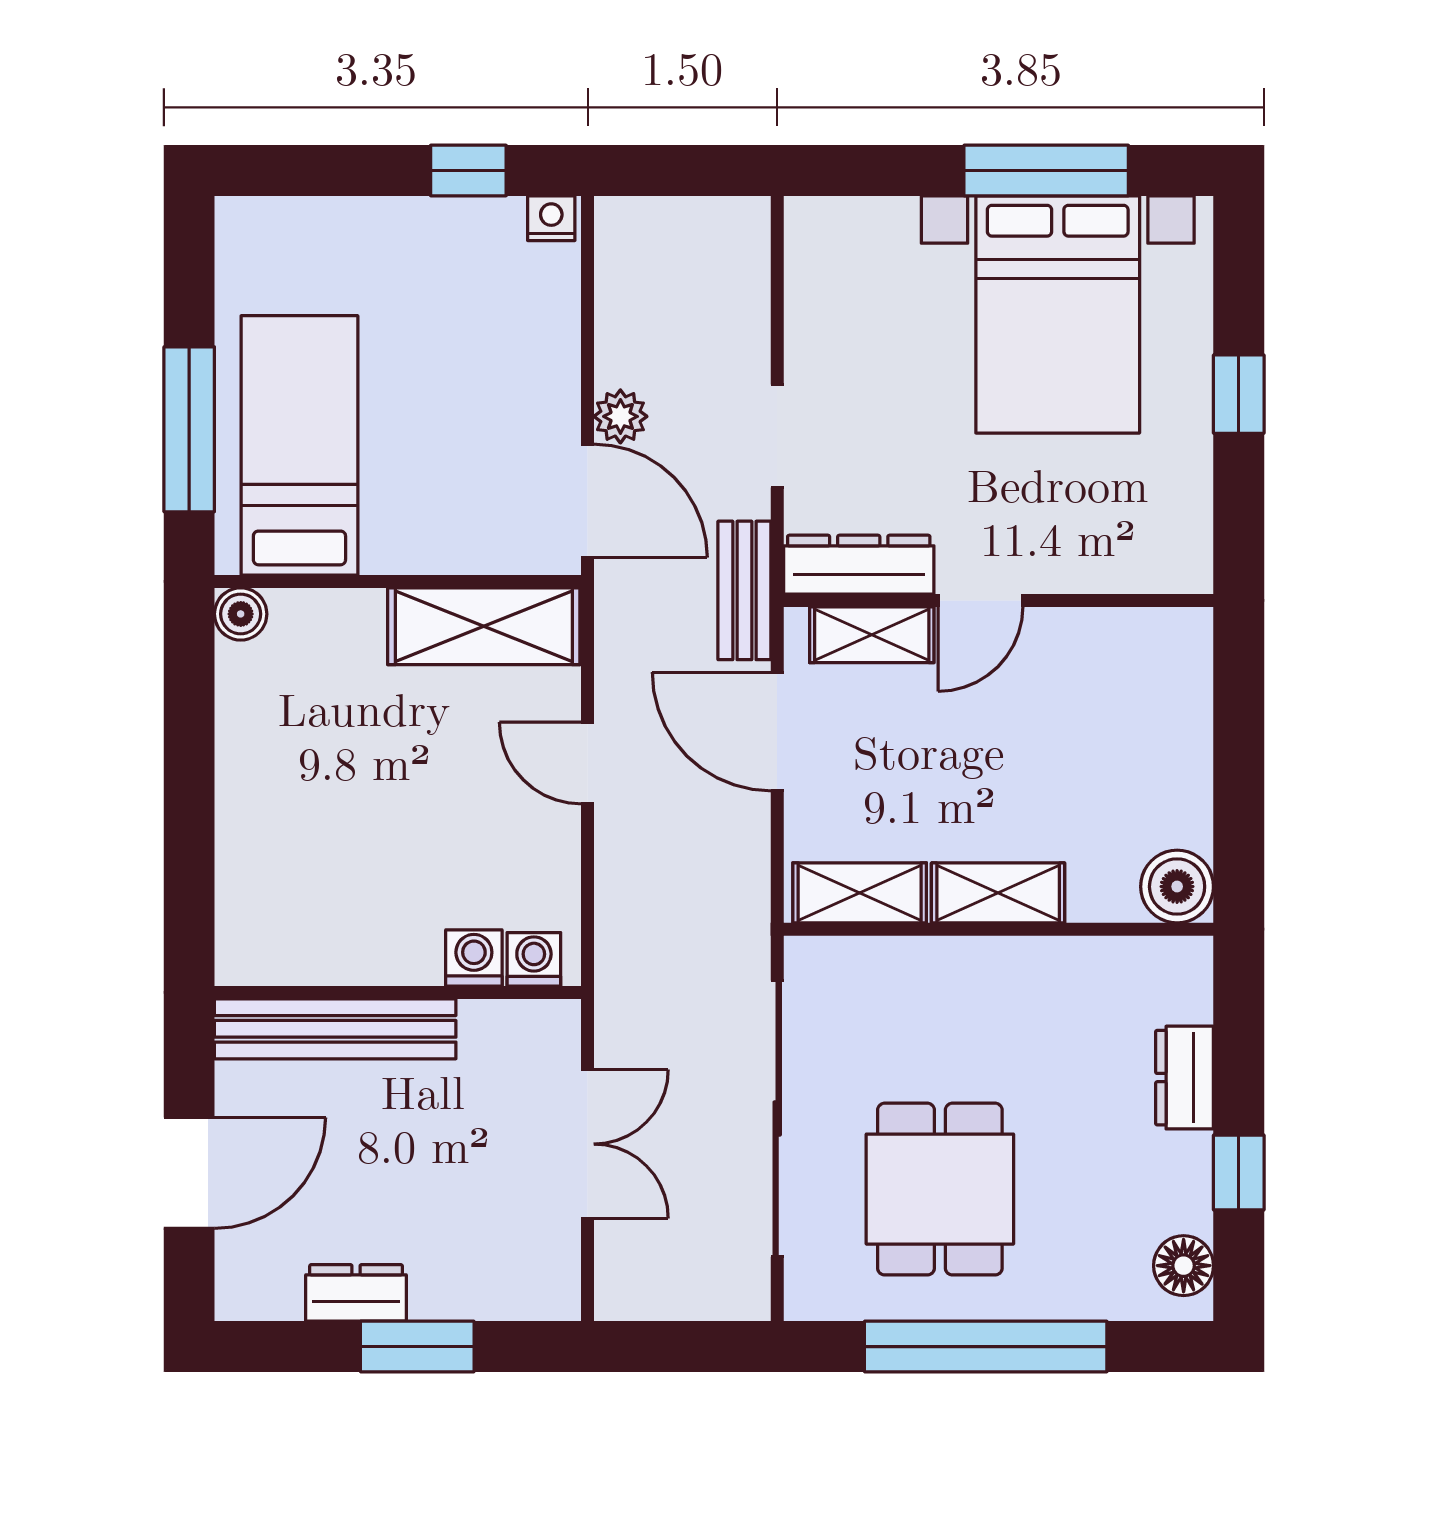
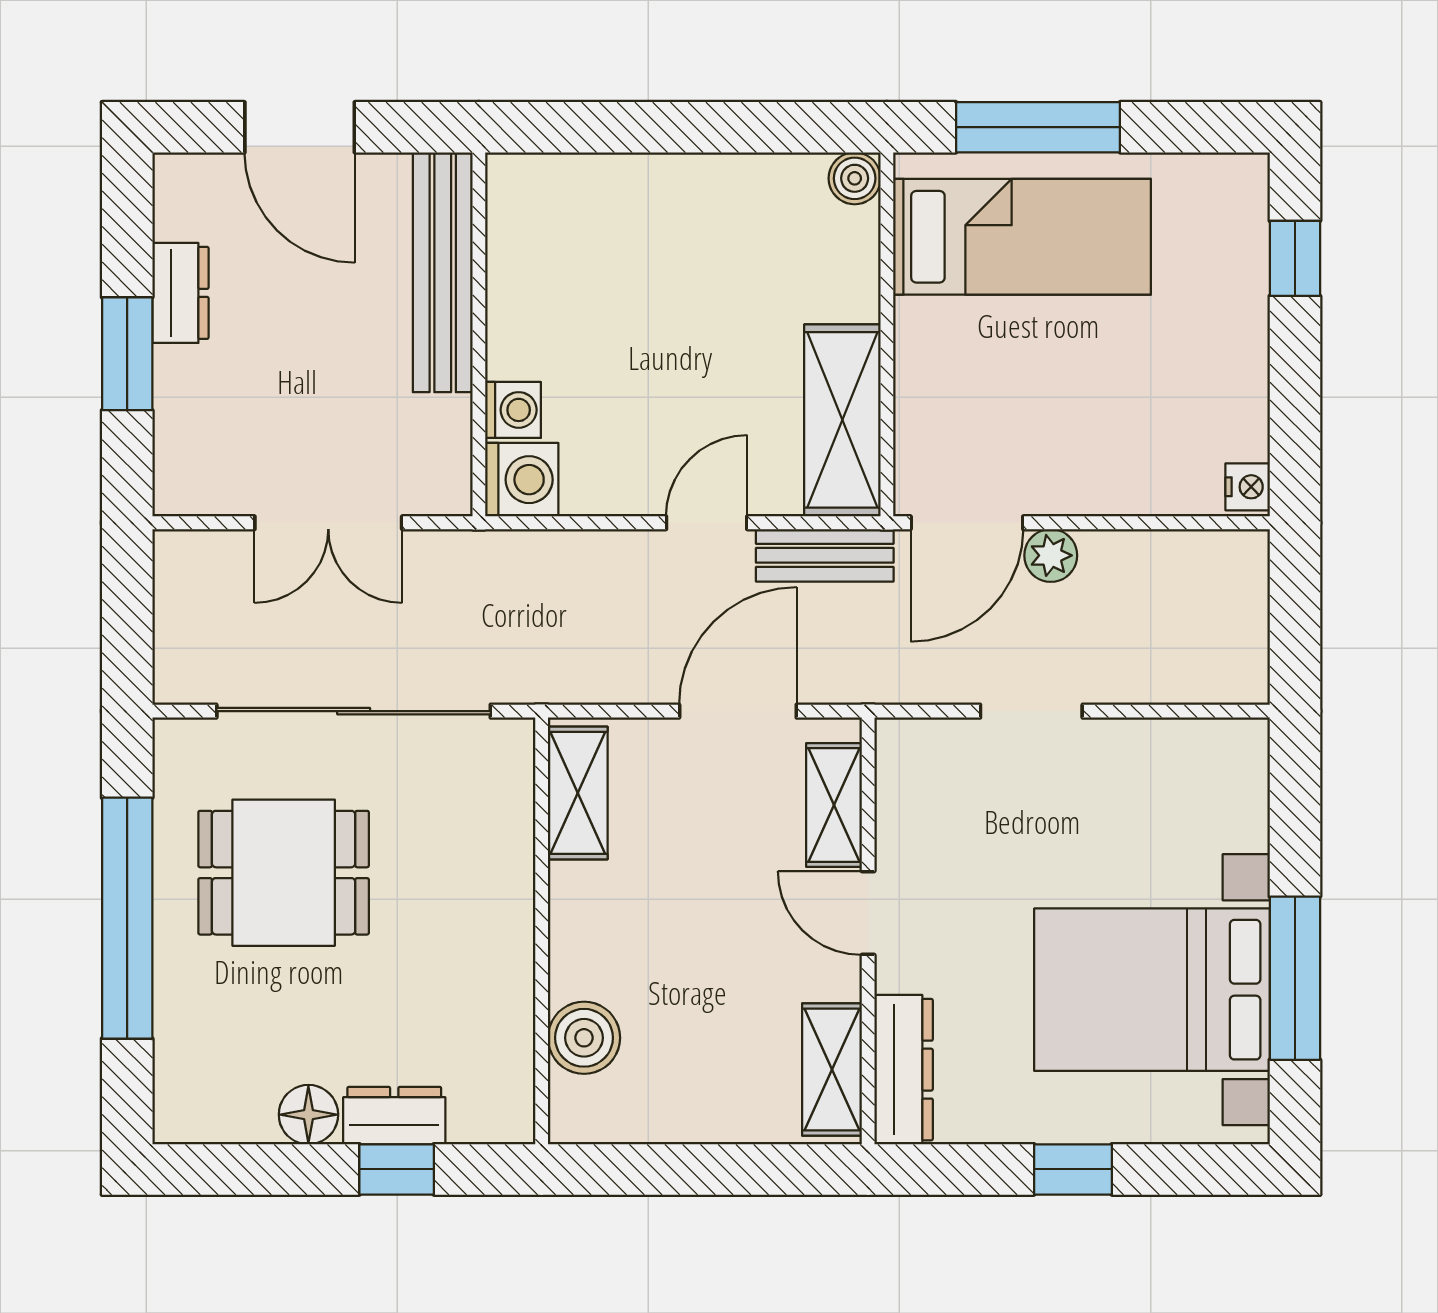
window: (468, 170) -> (1295, 258), moved
dresser: (859, 565) -> (904, 1070), moved
bench: (744, 590) -> (825, 555), moved
boiler: (1177, 887) -> (584, 1038), moved
shelving: (998, 893) -> (832, 1069), moved
washing machine: (534, 959) -> (522, 480), width x1.38, depth x1.38
window: (1239, 1173) -> (397, 1169), moved
floor lamp: (1184, 1266) -> (308, 1115), moved

